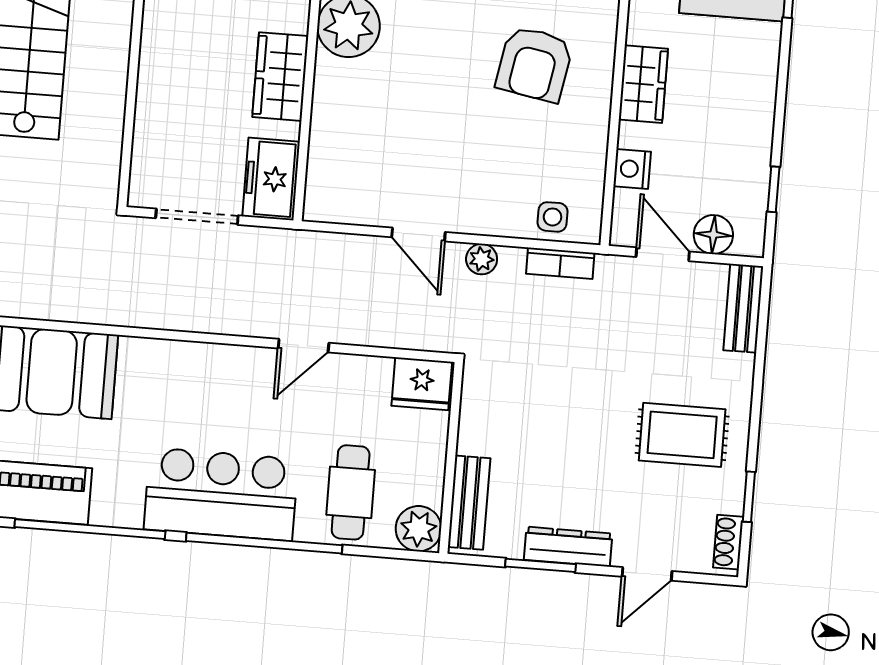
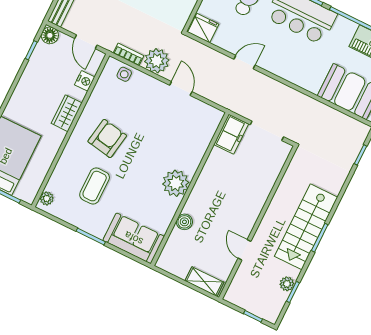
wardrobe: (280, 77) -> (211, 174), removed
floor lamp: (713, 235) -> (50, 35), moved
plant: (482, 259) -> (157, 61), width x1.88, depth x1.88

